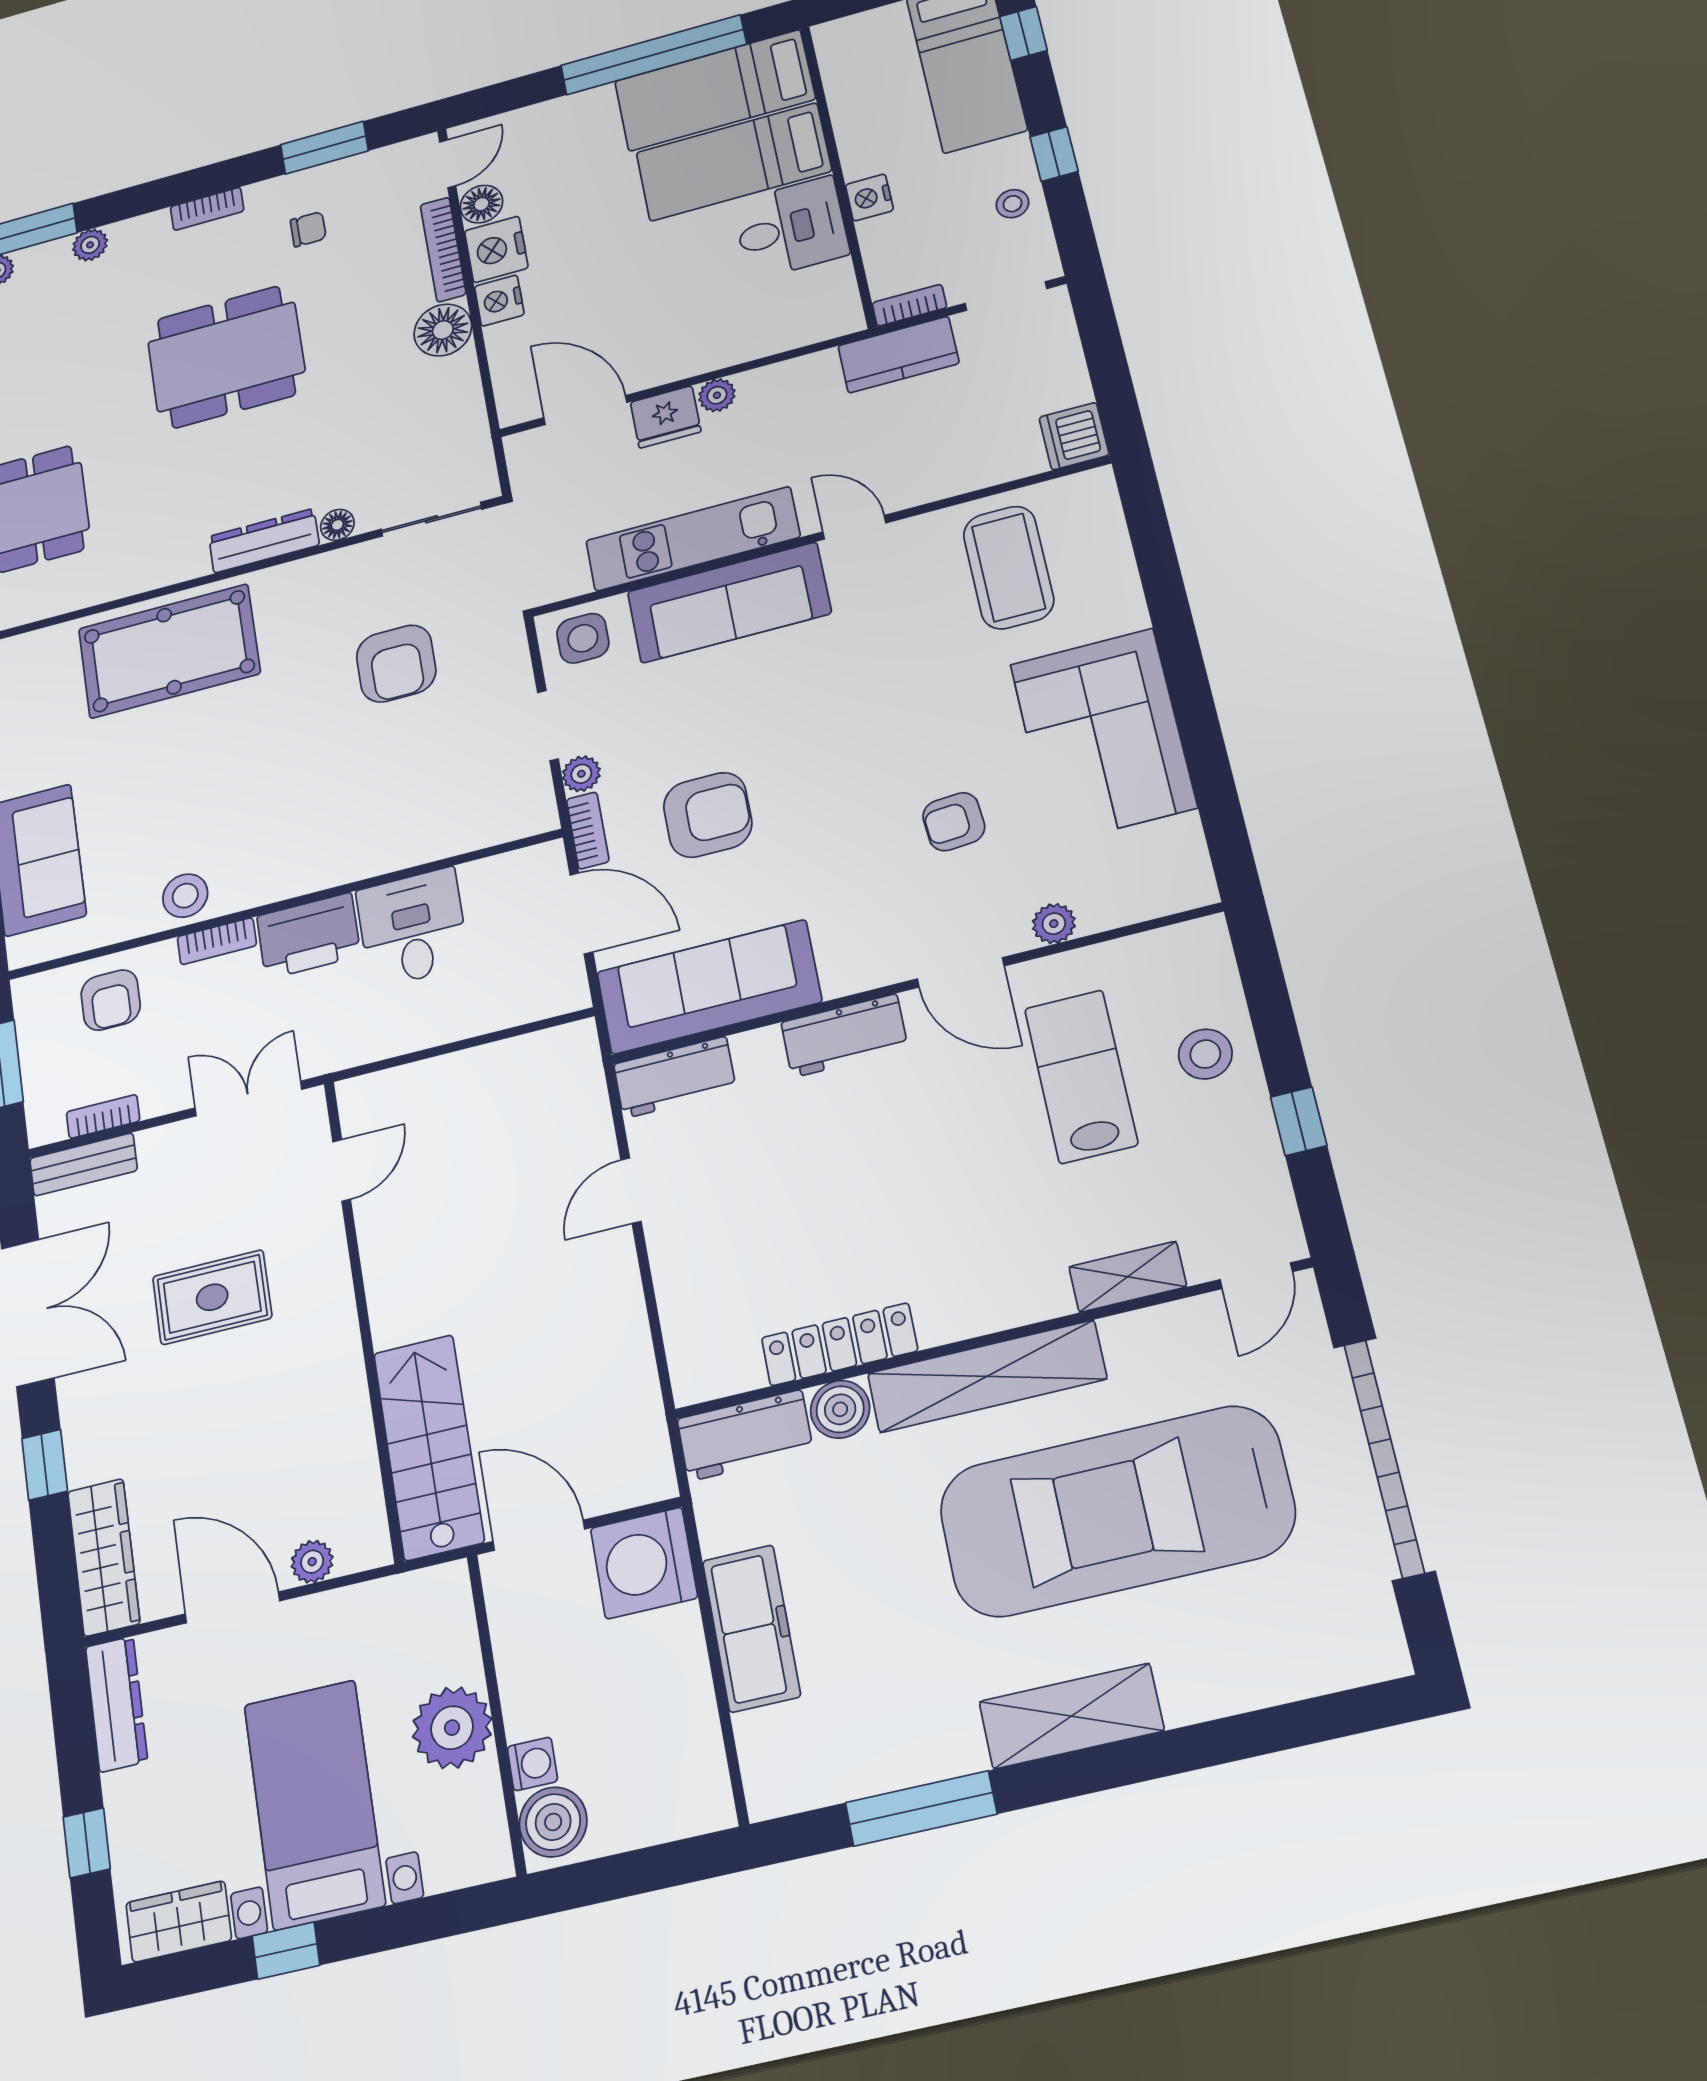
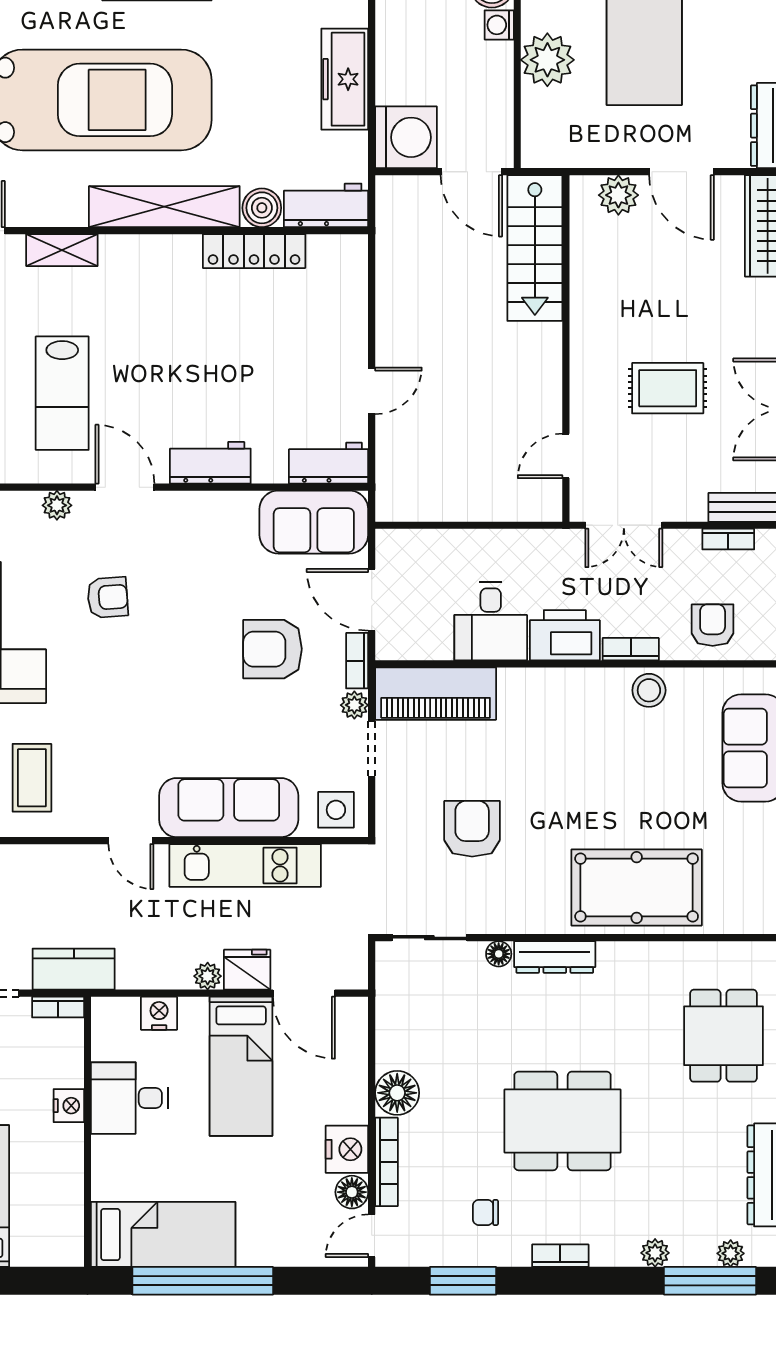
bed: (734, 162) -> (241, 1066), moved, turned 90
nightstand: (499, 301) -> (159, 1013), moved, turned -90
coffee table: (1009, 567) -> (32, 778), width x0.73, depth x0.76
piano: (473, 817) -> (436, 694), added
sofa: (709, 987) -> (314, 522), width x0.73
plant: (312, 1562) -> (618, 195), width x1.38, depth x1.38

